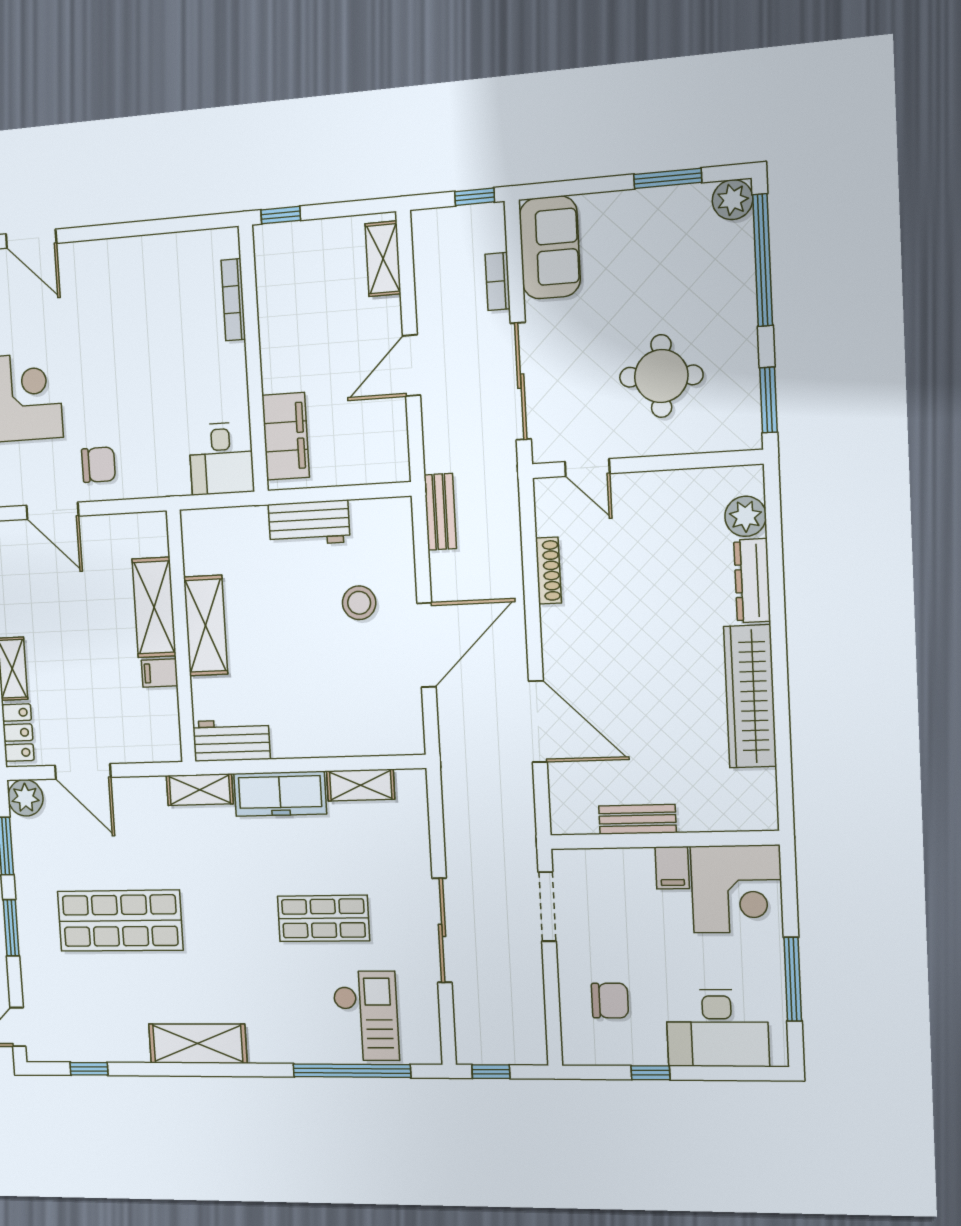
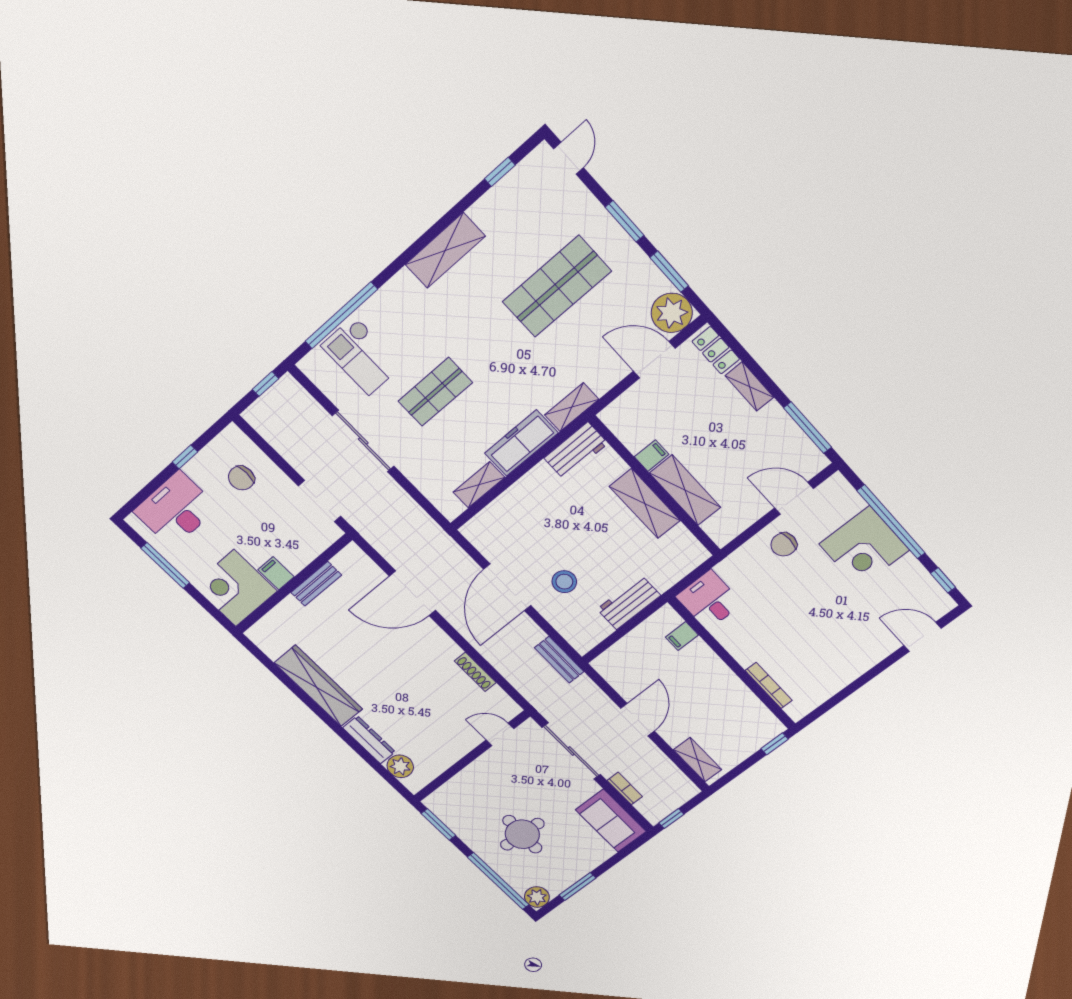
round table: (661, 376) -> (522, 834), moved
filing cabinet: (286, 436) -> (682, 636), width x0.33, depth x0.86
plant: (25, 798) -> (672, 313), width x1.36, depth x1.36

